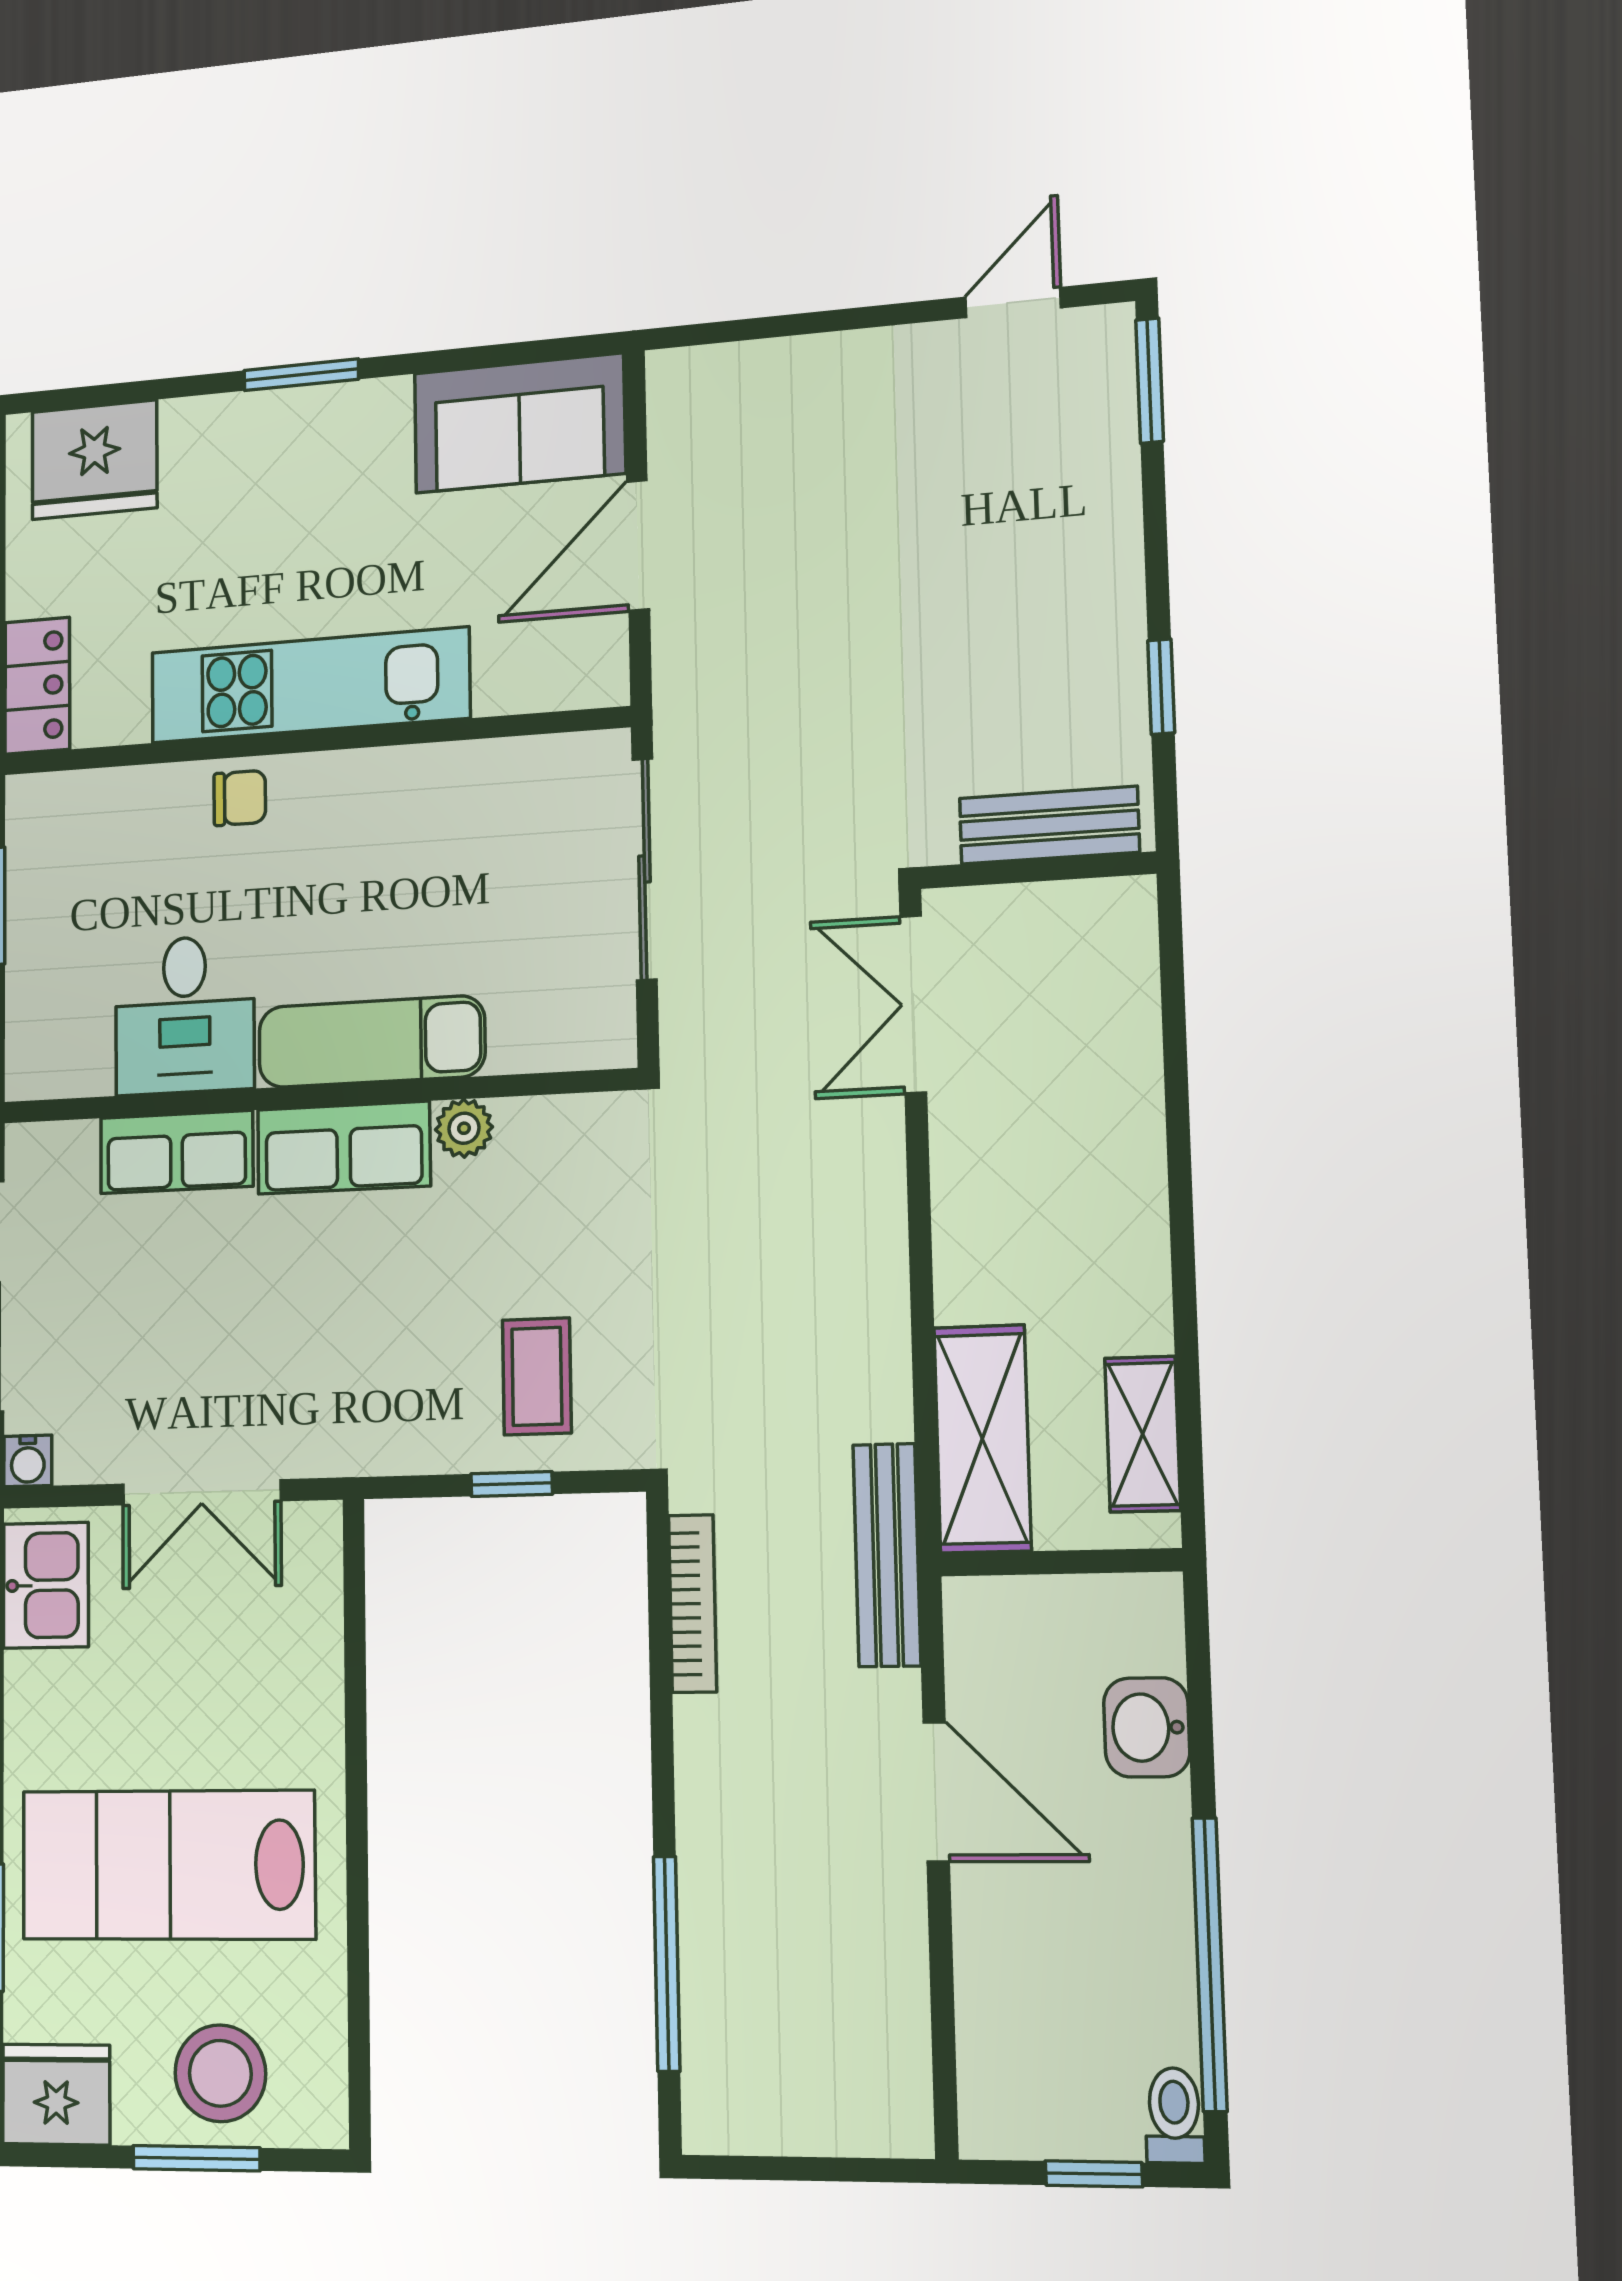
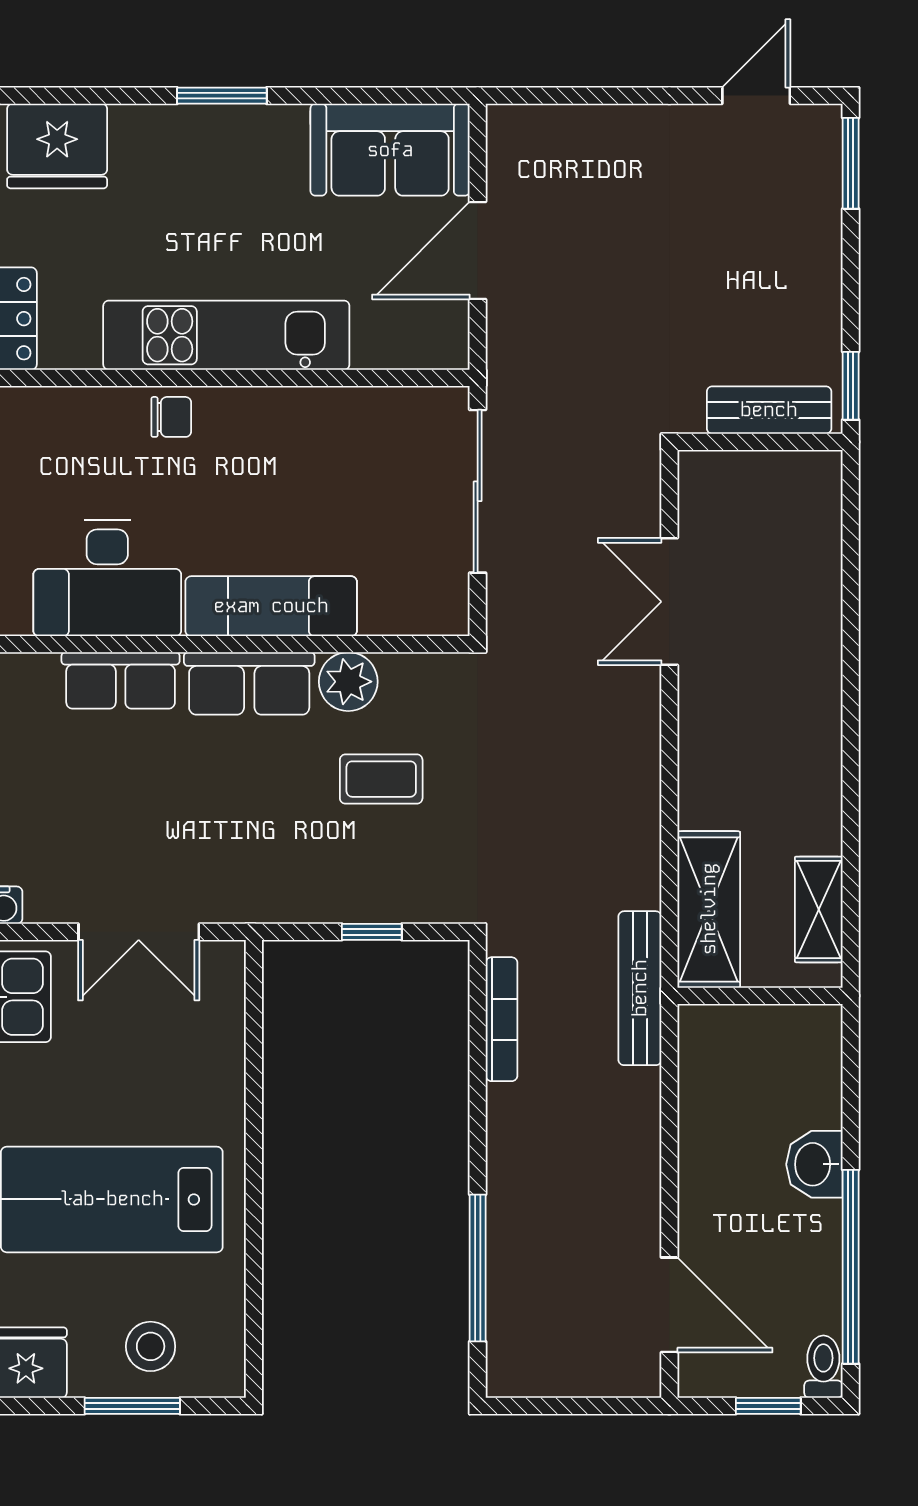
bench: (1049, 825) -> (769, 410), moved
wall: (1038, 870) -> (760, 442), moved
desk: (185, 1015) -> (107, 578), width x1.37
plant: (464, 1128) -> (348, 682), width x1.38, depth x1.38
coffee table: (537, 1376) -> (381, 779), moved, turned 90
washbasin: (1147, 1727) -> (814, 1164), moved
door: (936, 1792) -> (669, 1305), moved
stool: (220, 2073) -> (151, 1346), width x0.73, depth x0.73

